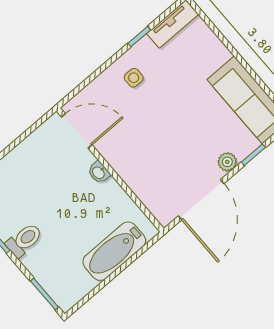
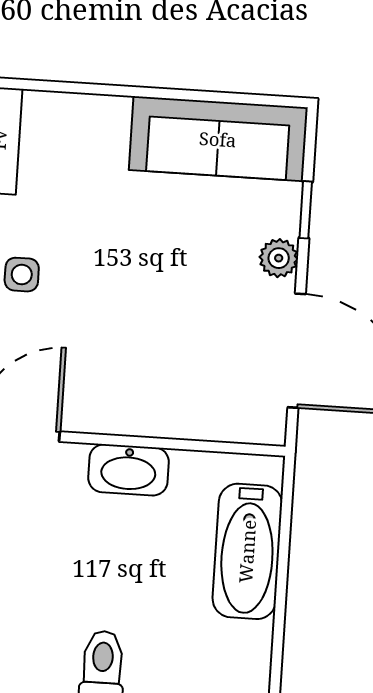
washbasin: (99, 172) -> (128, 470), width x1.91, depth x1.45

